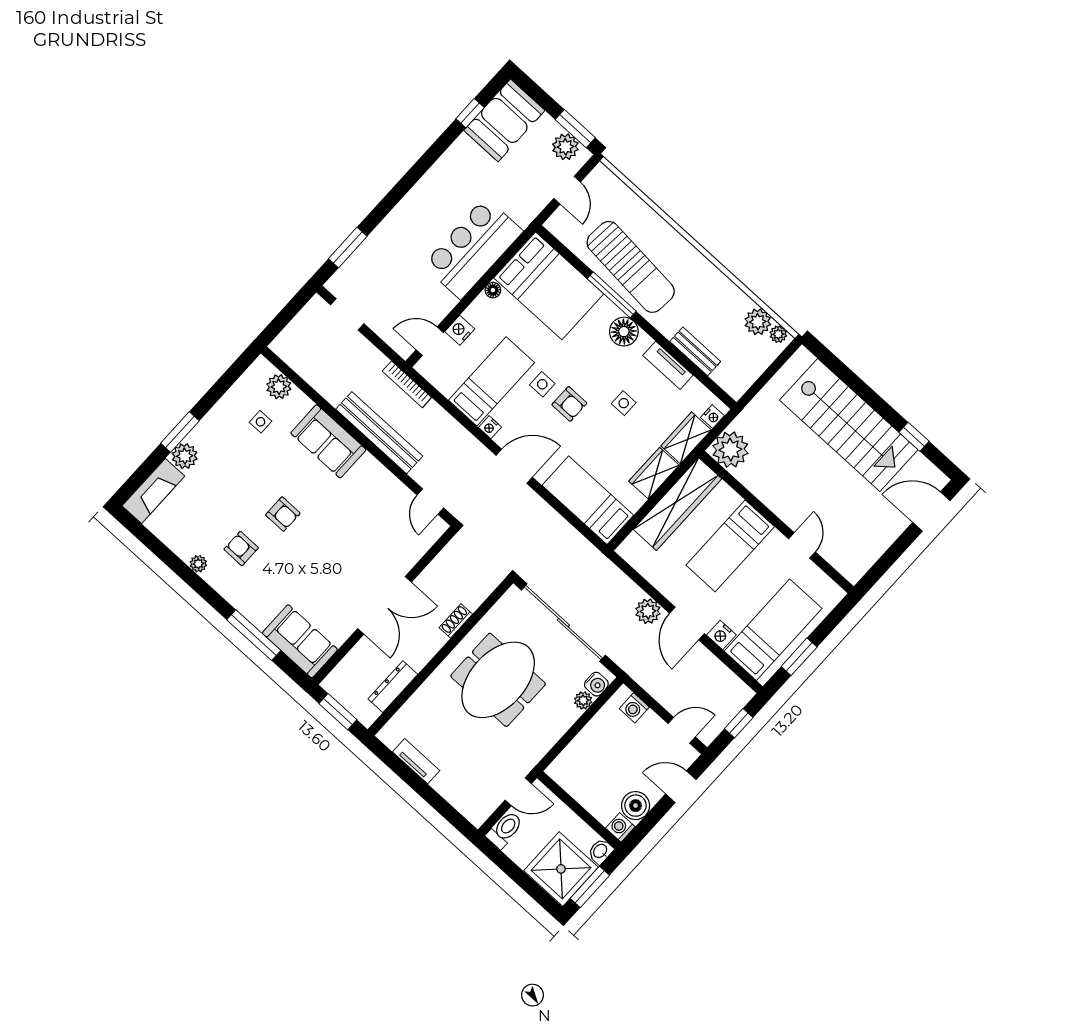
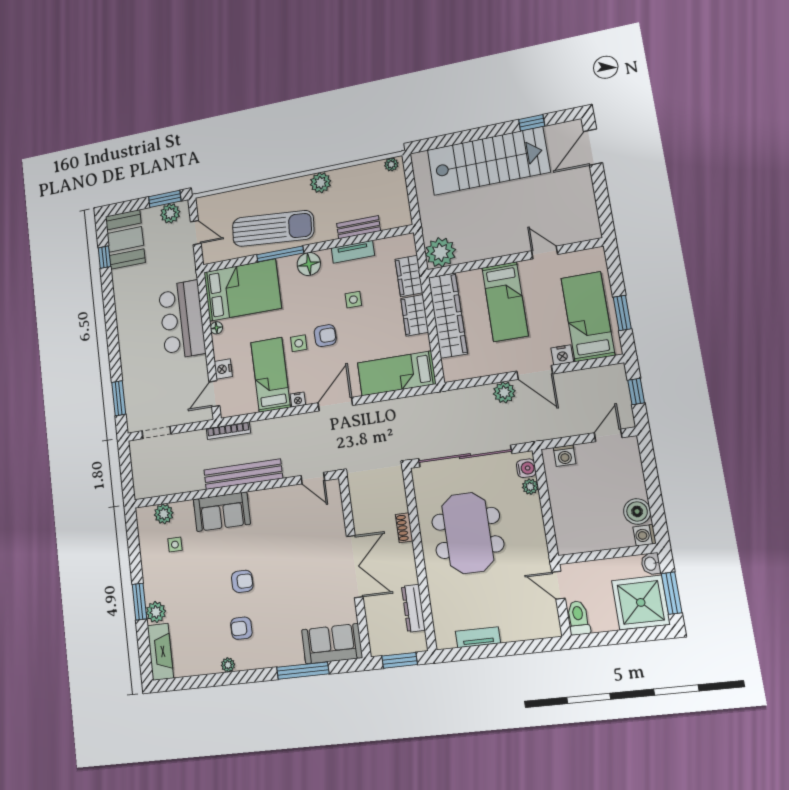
plant: (758, 322) -> (320, 183), moved
nightstand: (712, 417) -> (409, 248), removed
door: (681, 787) -> (650, 468), removed
door: (518, 792) -> (558, 585), swing flipped

